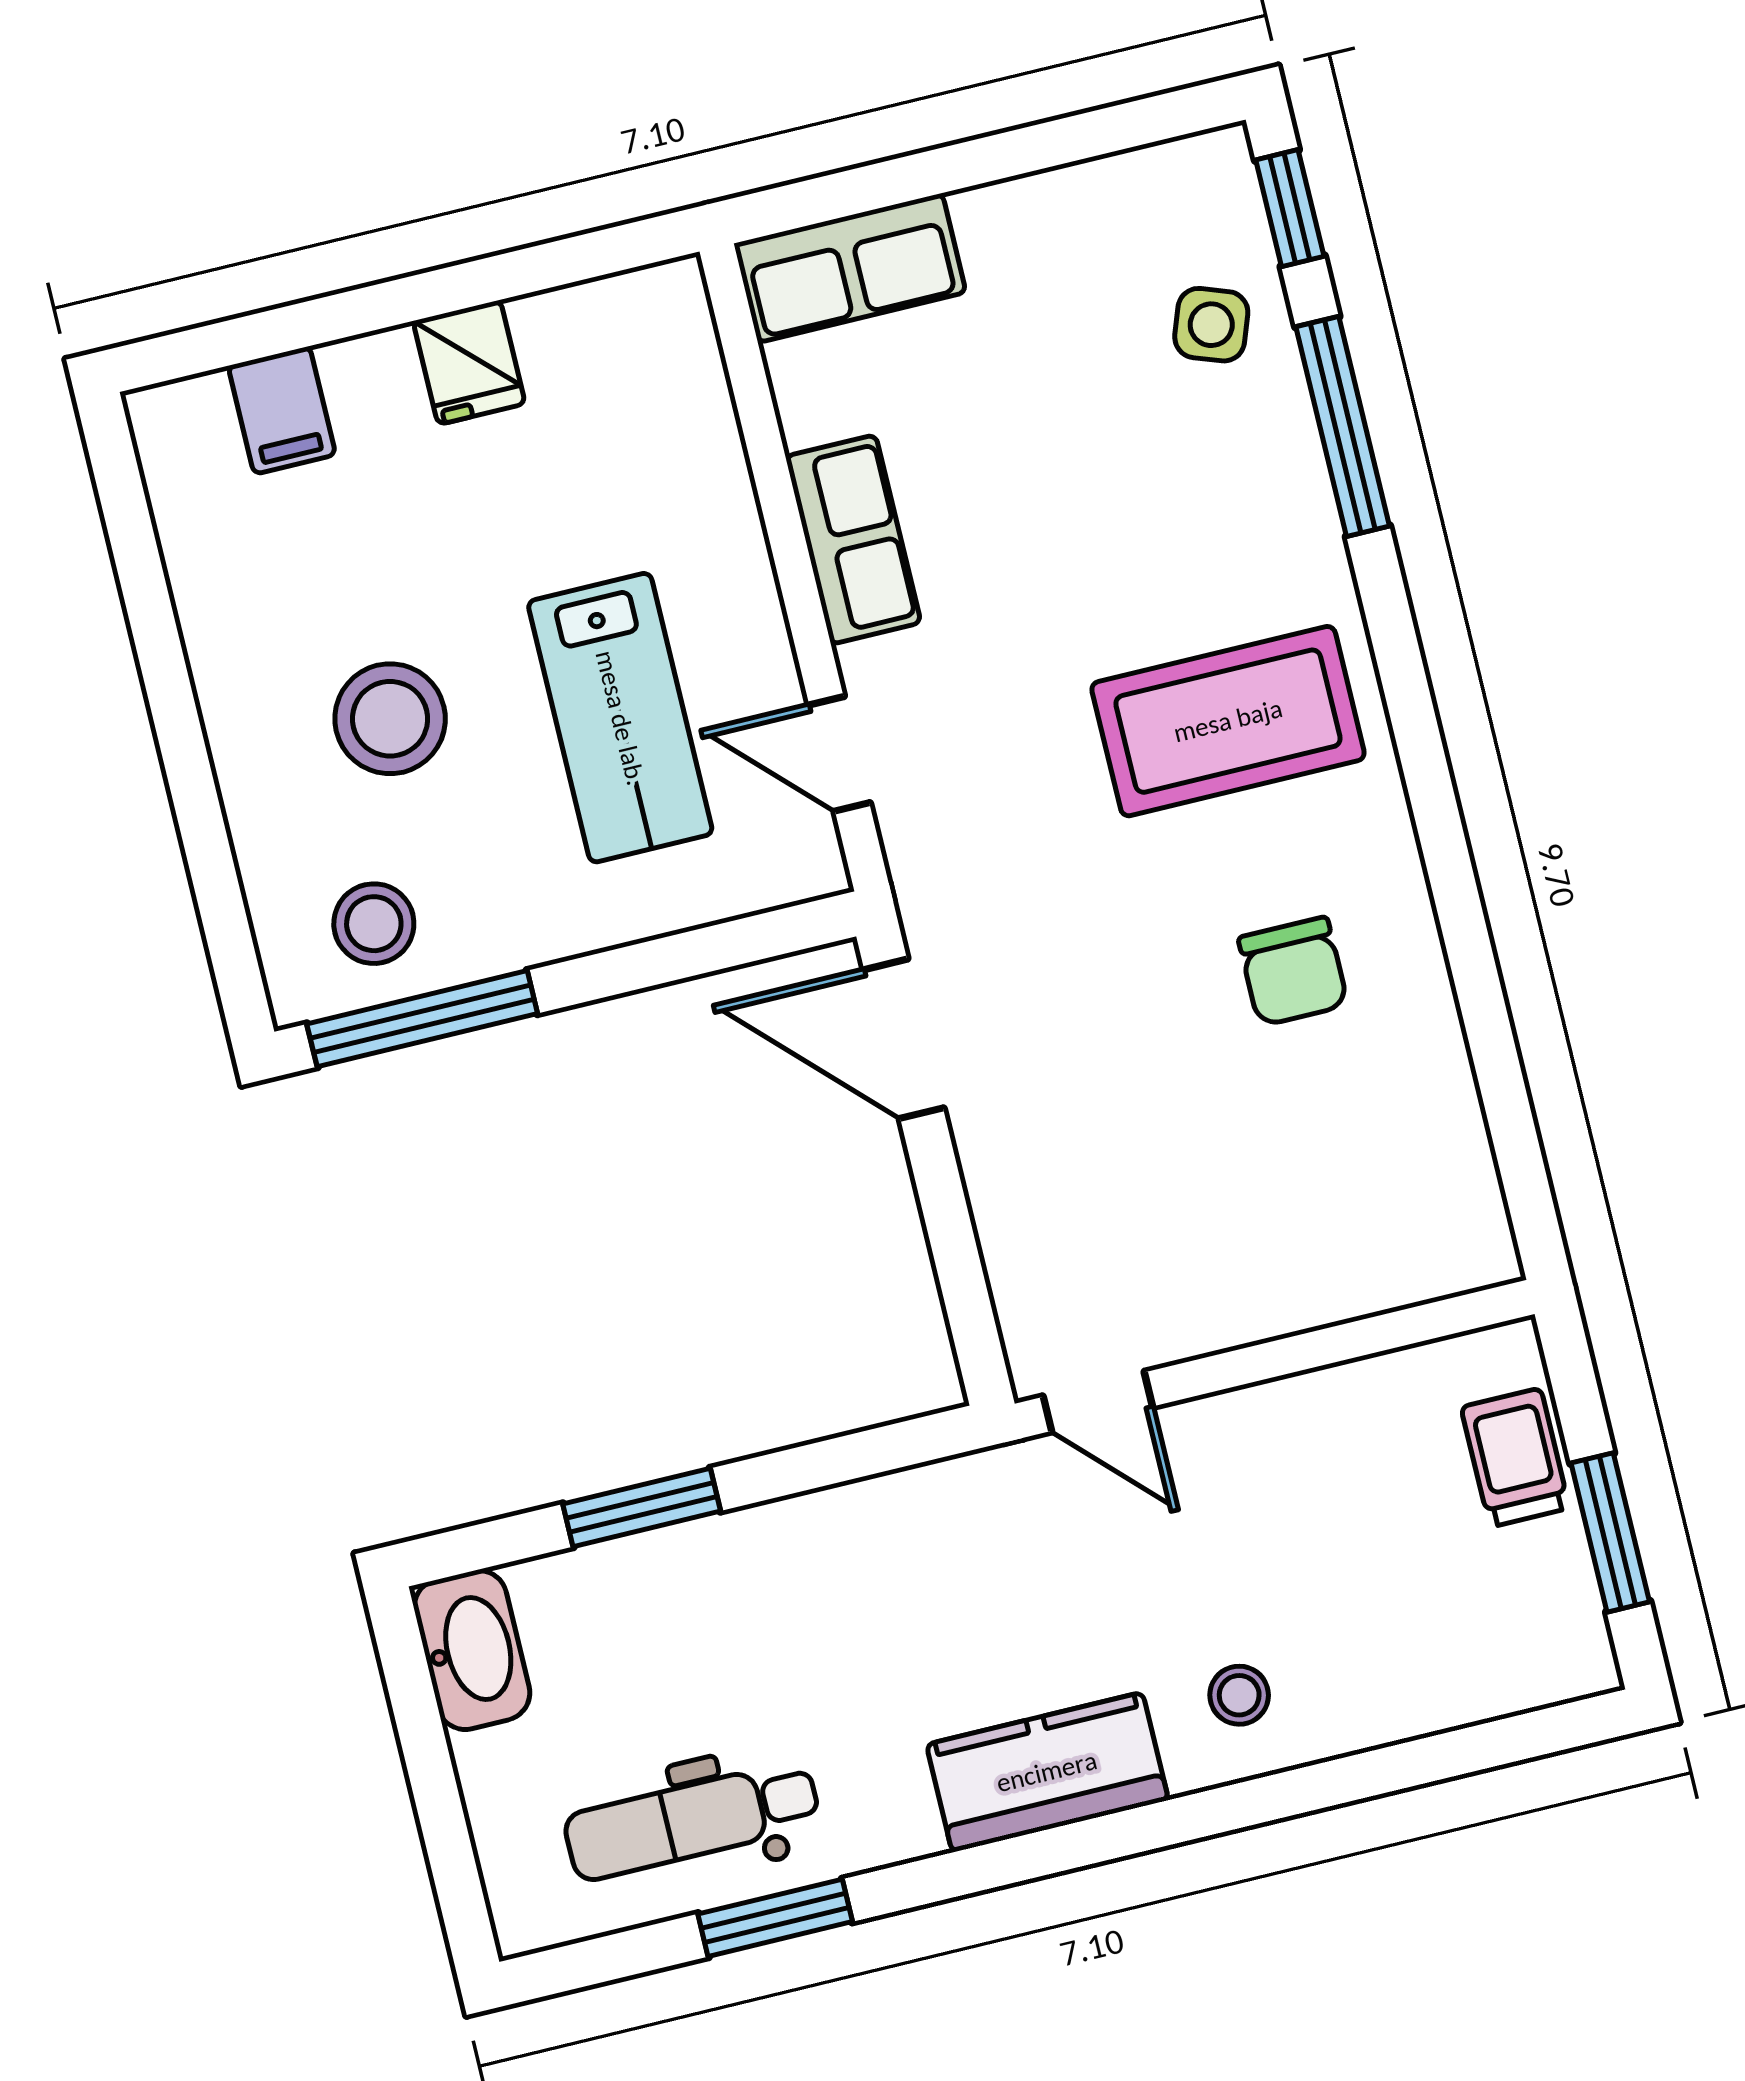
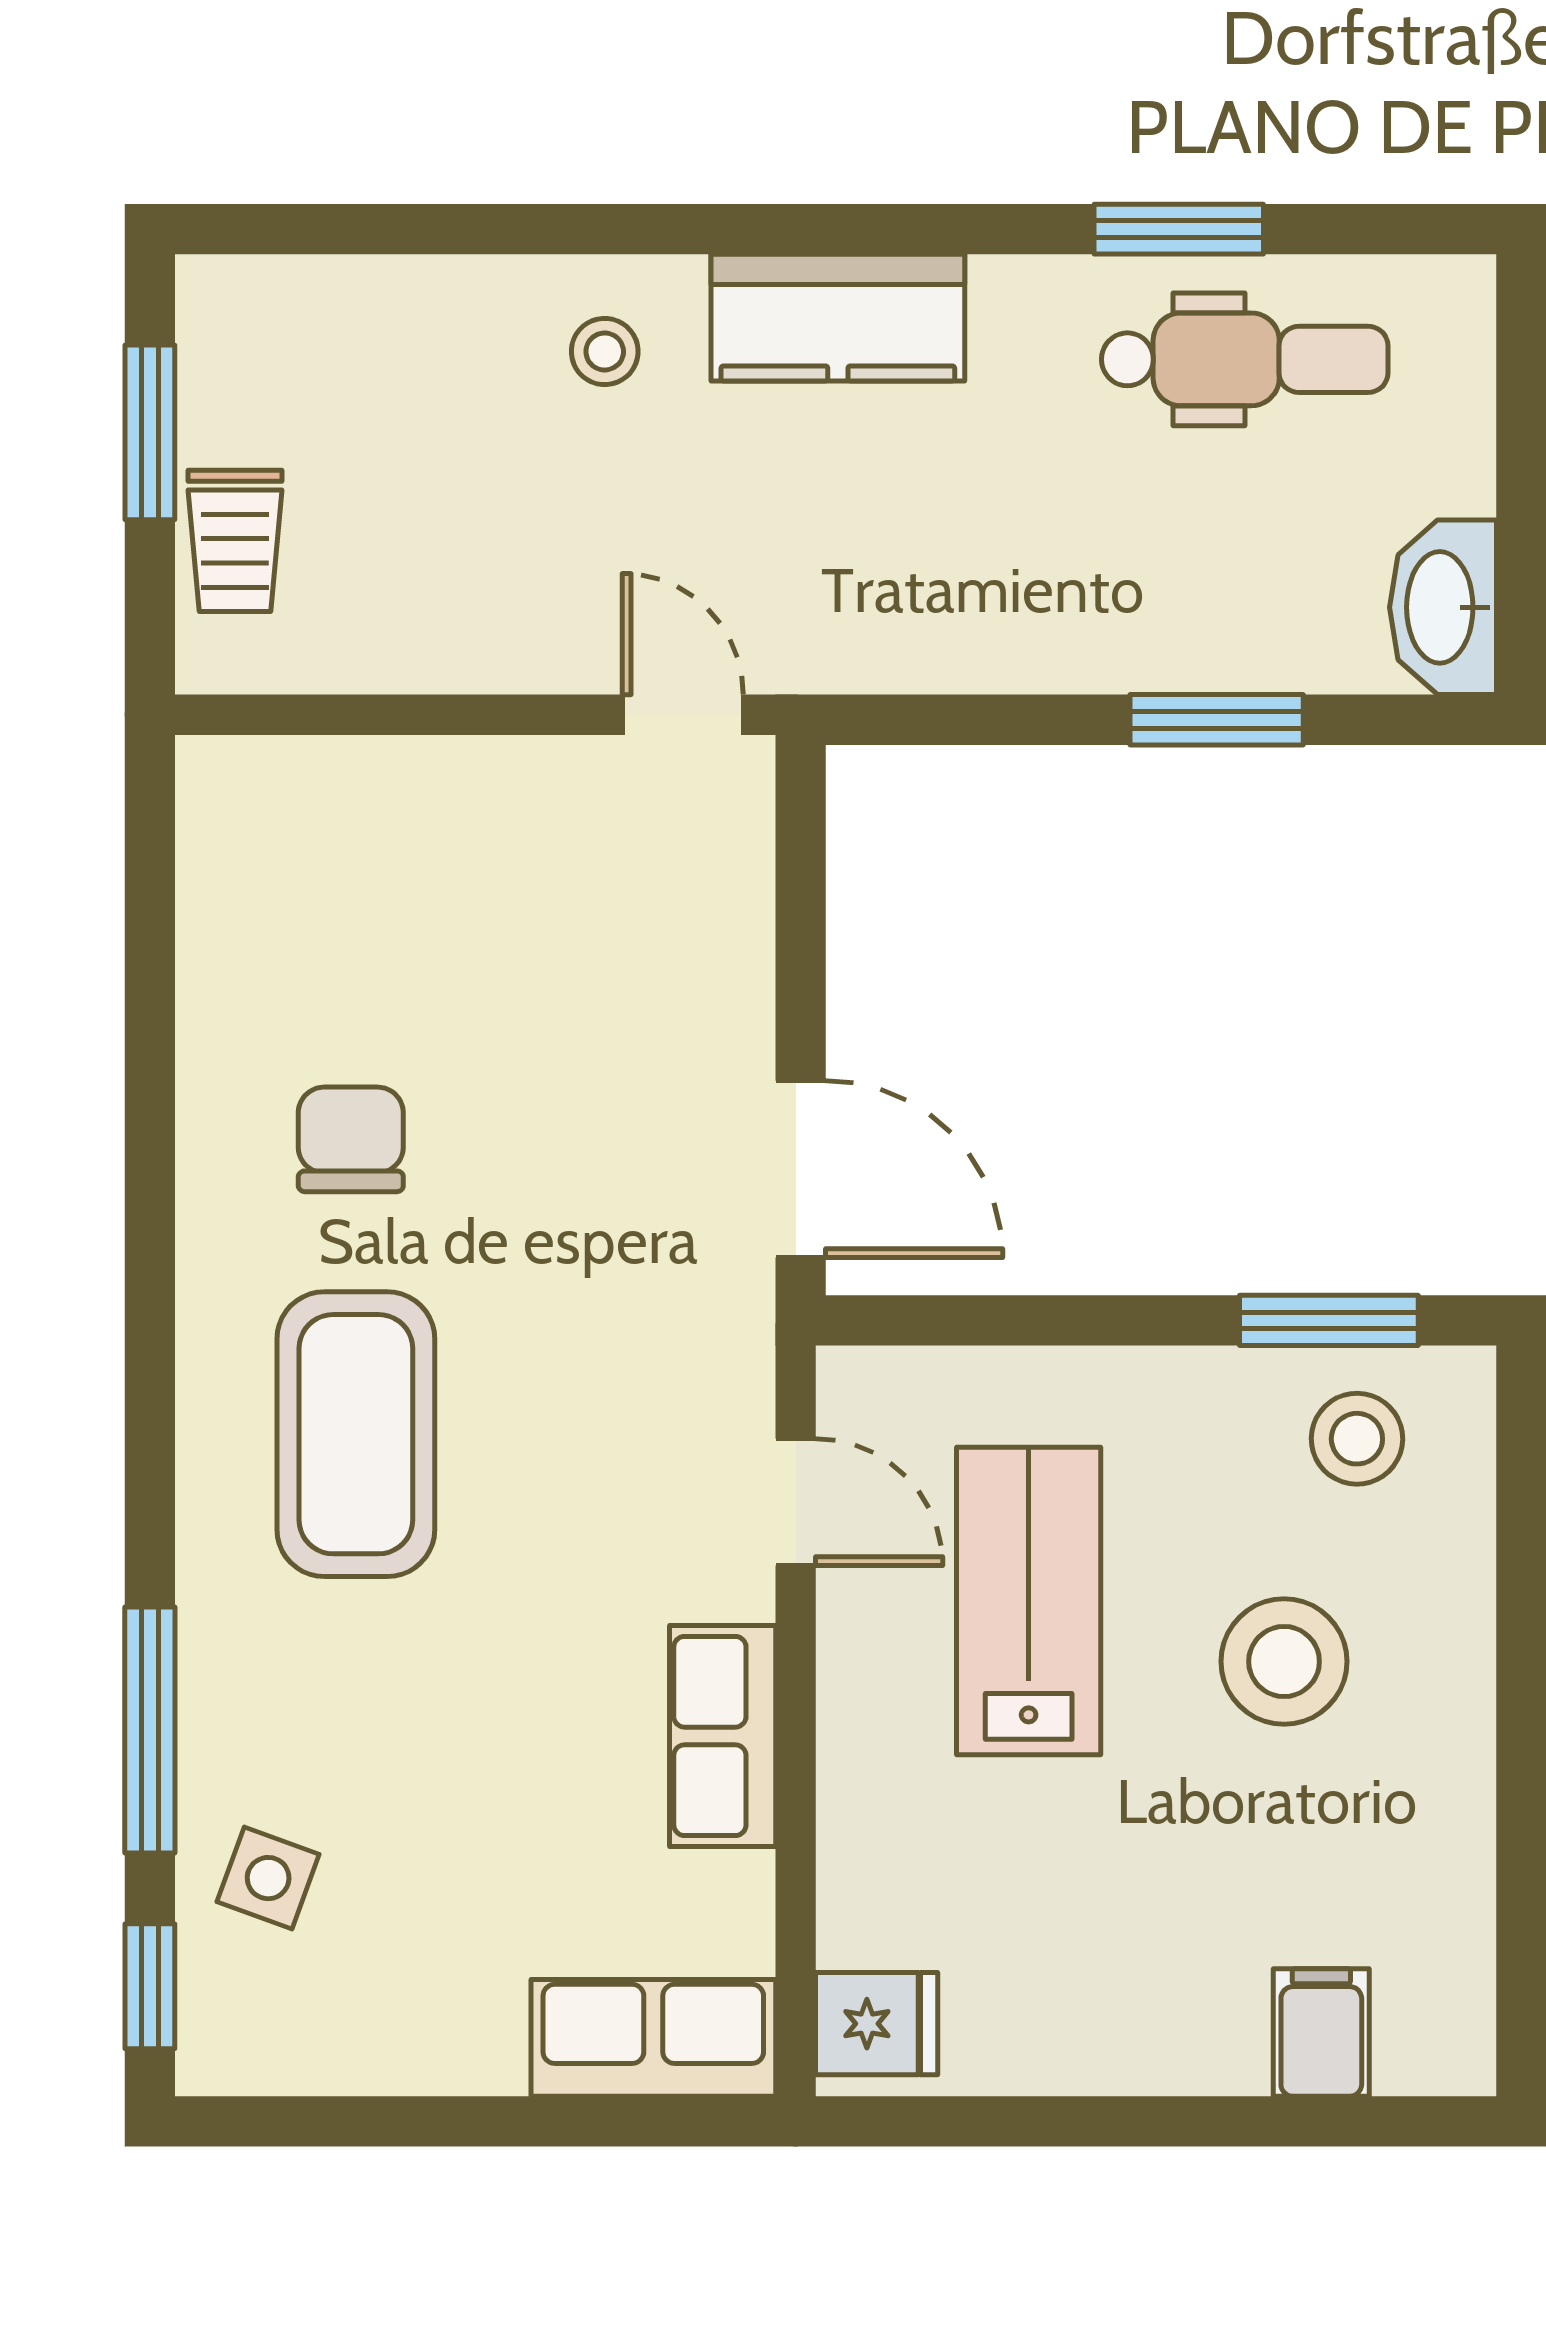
fridge: (469, 362) -> (877, 2024), moved, turned 90
coffee table: (1228, 721) -> (356, 1434), turned 90
window: (422, 1019) -> (1329, 1320), width x0.69

